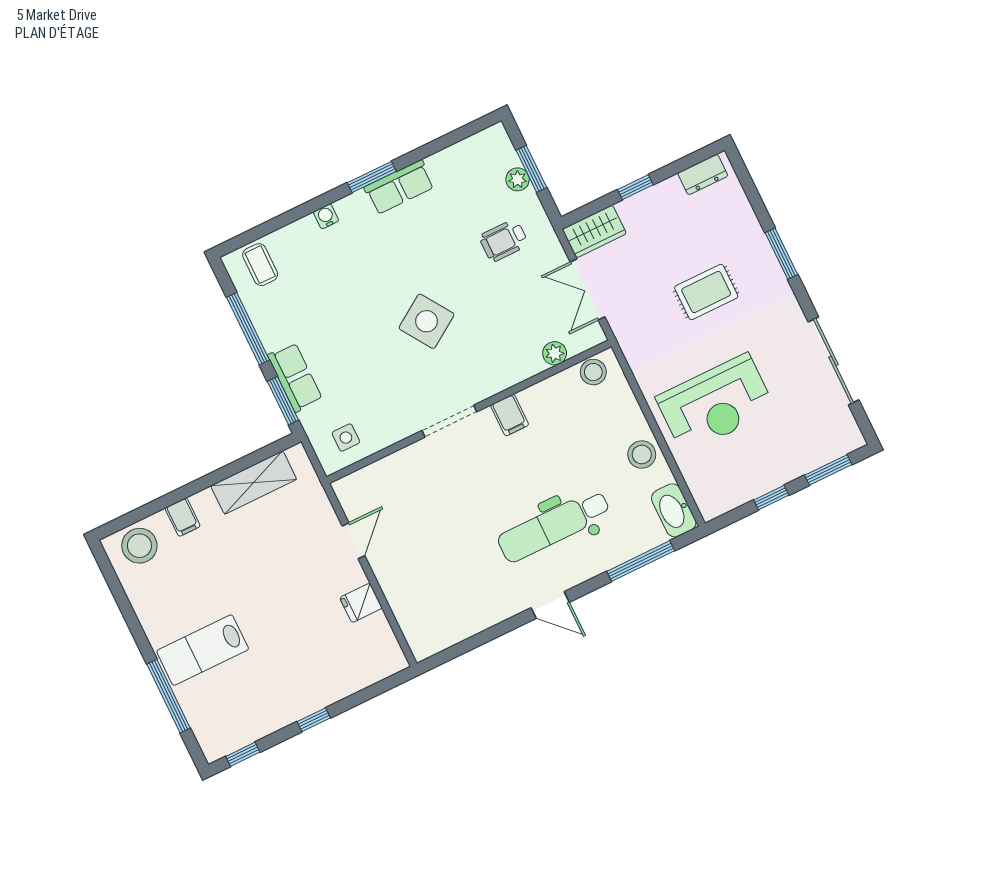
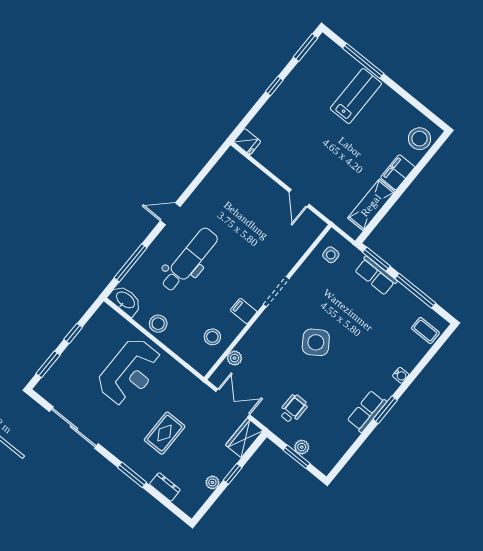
dresser: (703, 175) -> (165, 487), moved, turned 90
plant: (670, 188) -> (212, 482), added
stool: (593, 372) -> (212, 337), moved
reception desk: (715, 404) -> (130, 372), turned 180
filing cabinet: (183, 517) -> (398, 172), width x2.00
fridge: (361, 603) -> (247, 142), moved, turned 90
window: (243, 754) -> (305, 47), width x1.50

